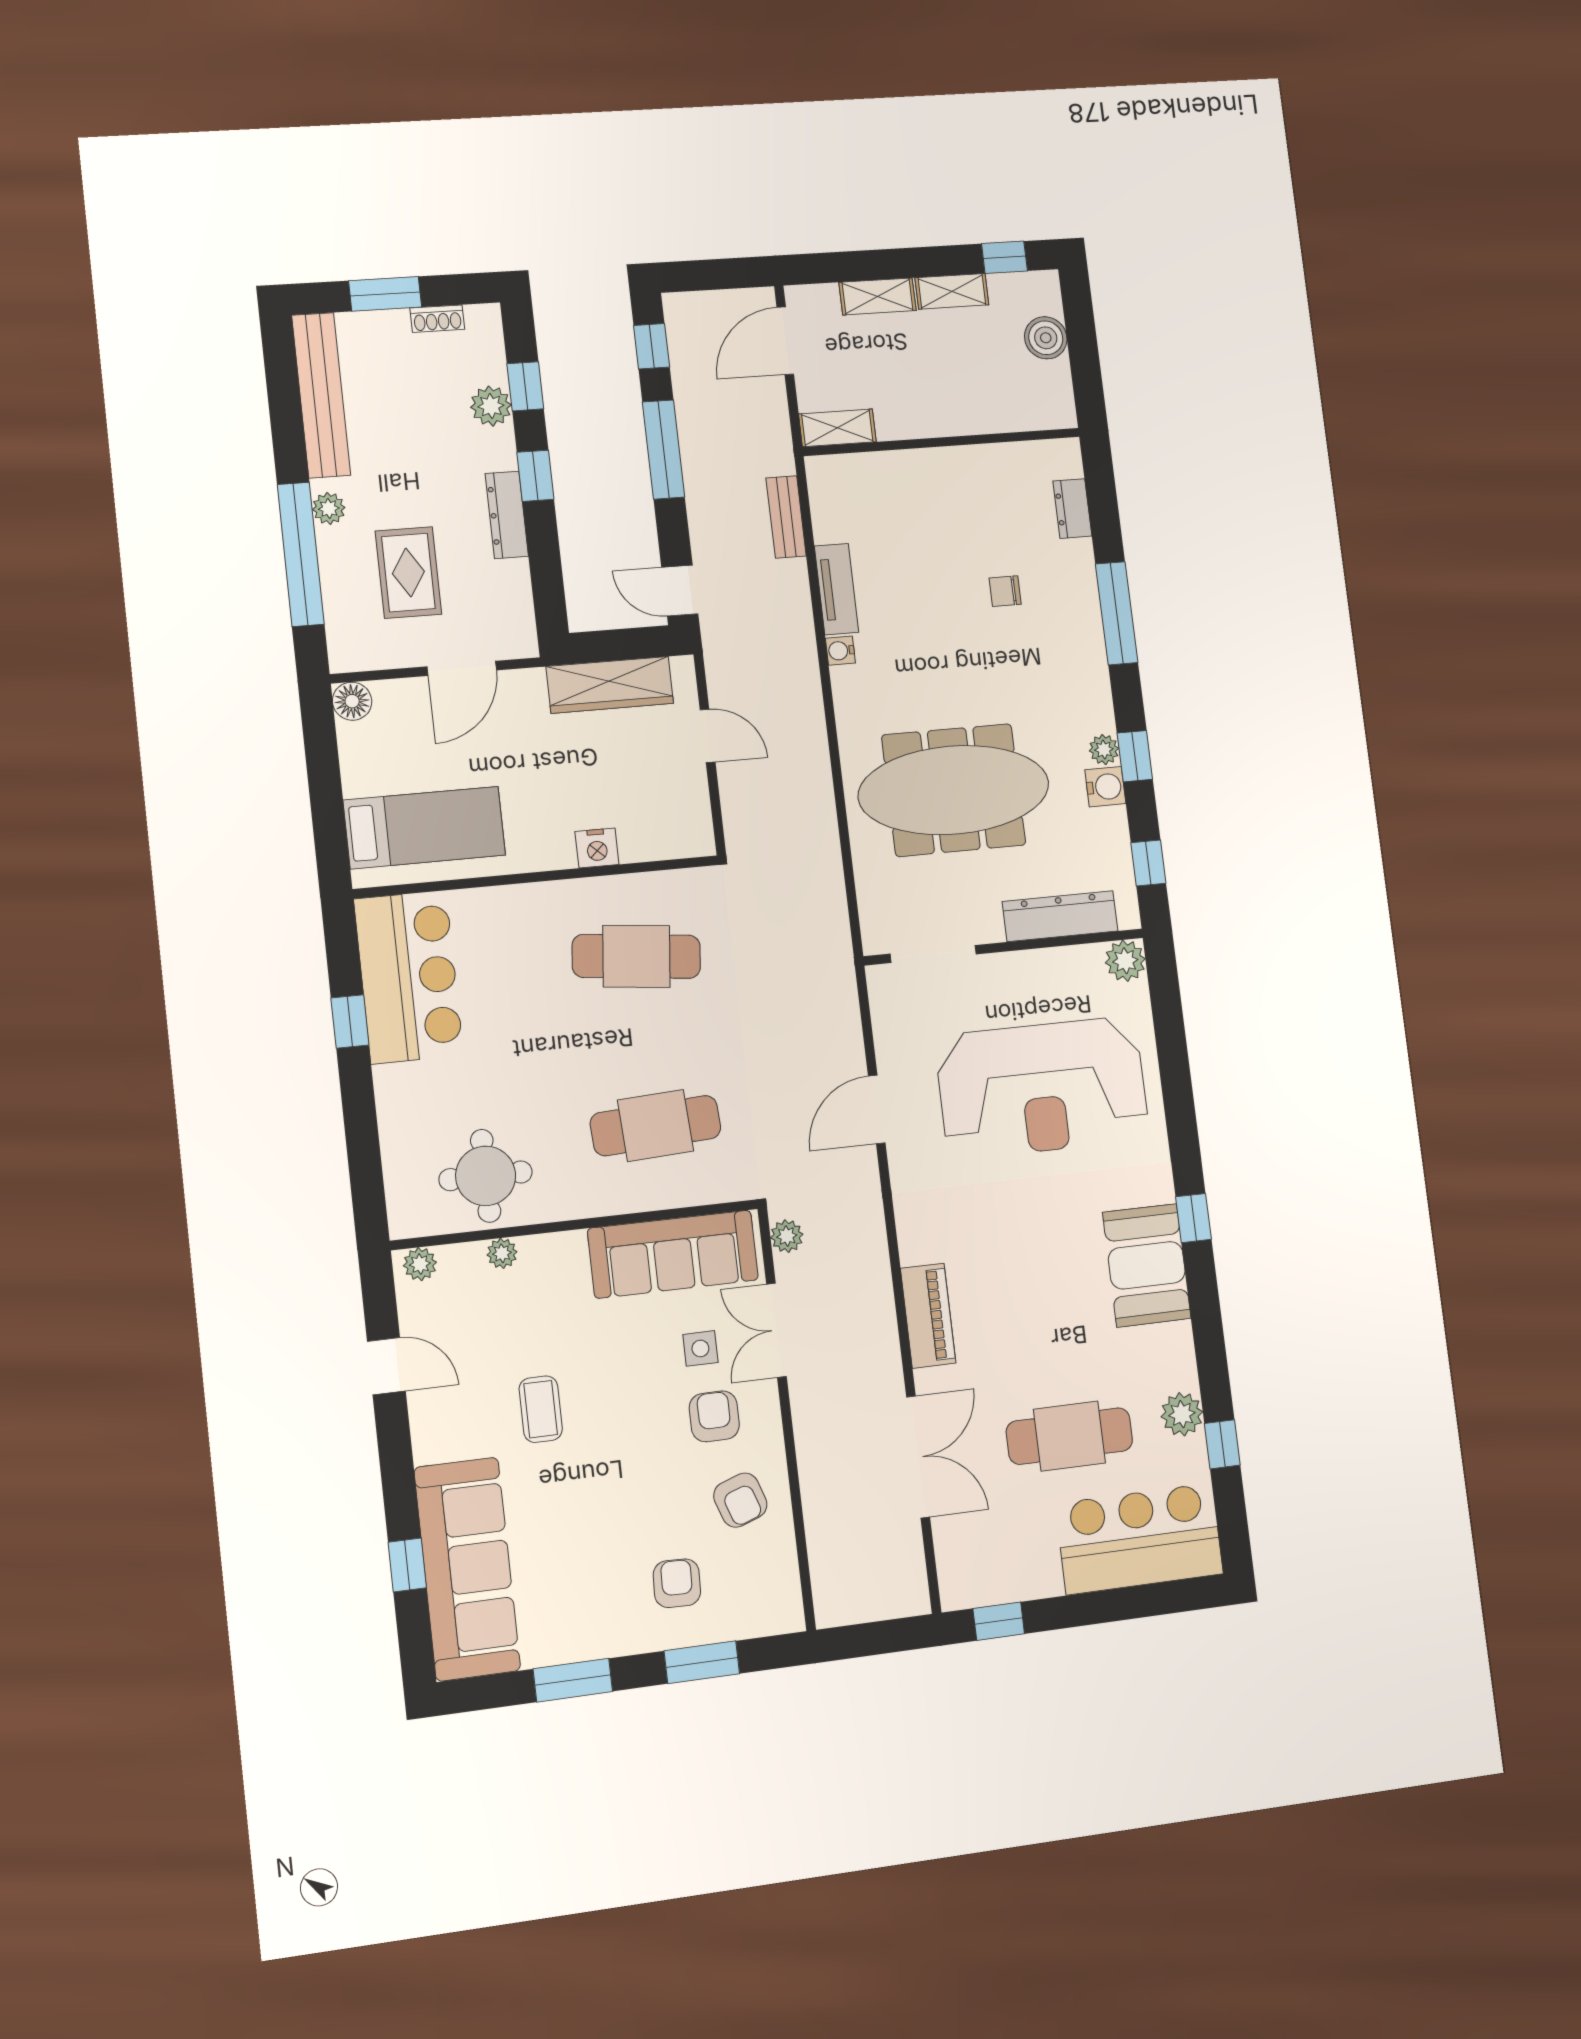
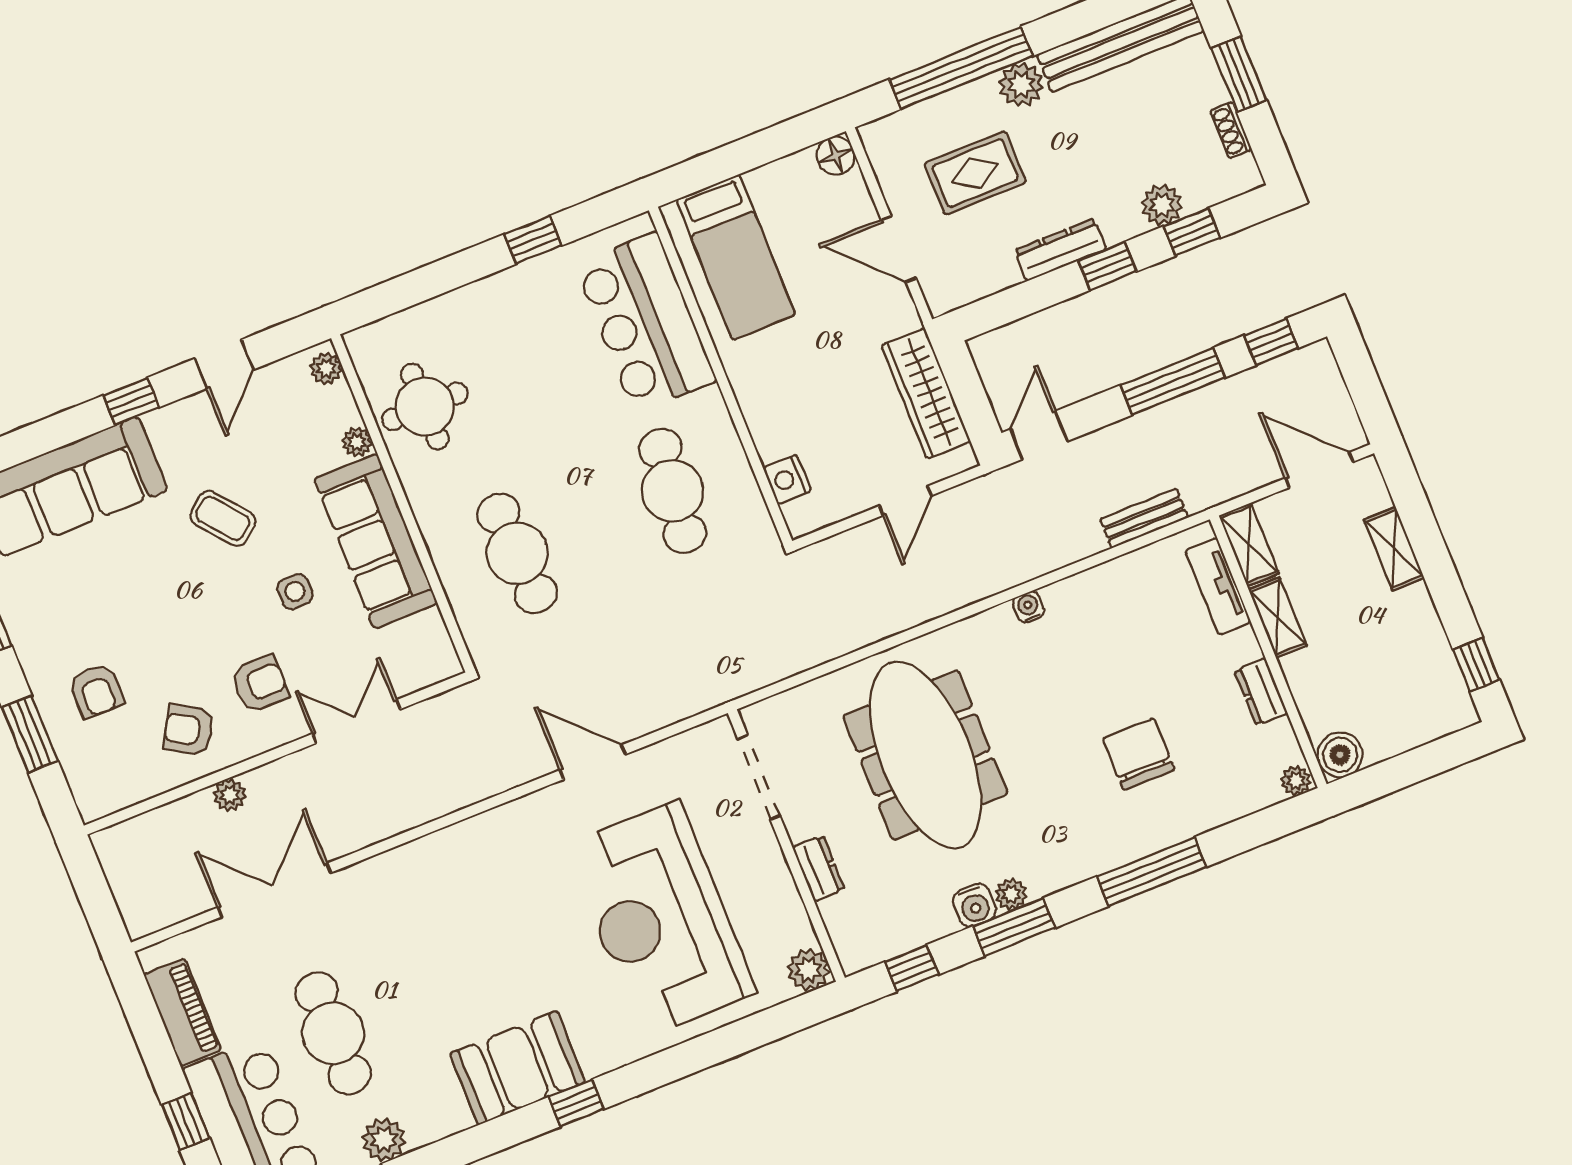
shelving: (952, 291) -> (1278, 617), moved
boiler: (1046, 338) -> (1340, 755), moved
plant: (1068, 455) -> (1296, 781), added
plant: (329, 509) -> (1021, 85), width x1.38, depth x1.38
dresser: (1072, 509) -> (1261, 692), moved, turned -90
tv unit: (837, 589) -> (1218, 586), moved, turned 90
chair: (1005, 591) -> (1139, 754), width x1.87, depth x1.87
window: (1135, 756) -> (1014, 927), width x1.50
nightstand: (597, 848) -> (787, 479), moved
dresser: (1060, 916) -> (819, 868), width x0.51, depth x0.80
bar counter: (409, 977) -> (645, 322), moved, turned 90
plant: (787, 1236) -> (230, 795), moved
sofa: (673, 1254) -> (376, 541), moved
piano: (928, 1316) -> (182, 1012), moved, turned -90
side table: (700, 1348) -> (295, 591), moved
coffee table: (541, 1409) -> (223, 518), turned 51
double door: (918, 1457) -> (274, 890), swing flipped
armchair: (740, 1500) -> (189, 730), turned 50
window: (407, 1565) -> (131, 401), moved
armchair: (677, 1583) -> (96, 691), turned 88
window: (999, 1621) -> (186, 1122), moved

